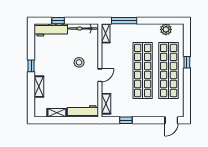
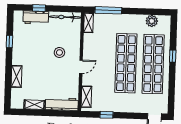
workbench: (51, 30) -> (36, 18), width x0.73
window: (31, 66) -> (9, 41), moved

